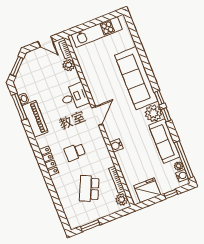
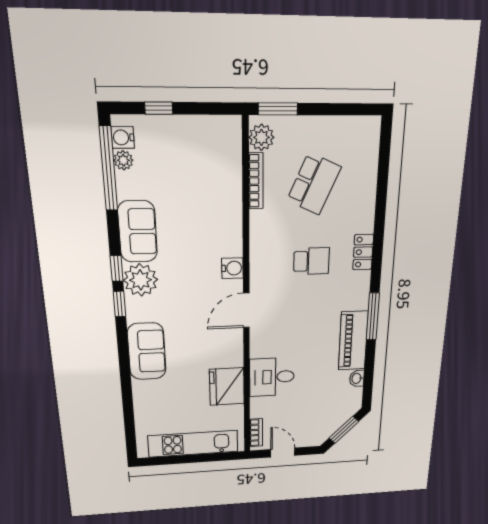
plant: (69, 65) -> (261, 407), removed
sofa: (136, 78) -> (147, 351), width x0.54, depth x0.79
desk: (75, 97) -> (272, 377), moved
window: (19, 107) -> (373, 317), moved
sofa: (164, 141) -> (138, 232), width x0.73
water cooler: (116, 145) -> (232, 268), moved
locker: (49, 161) -> (363, 252), width x0.66
fridge: (147, 190) -> (227, 386), moved, turned 90
window: (90, 226) -> (278, 109), moved

